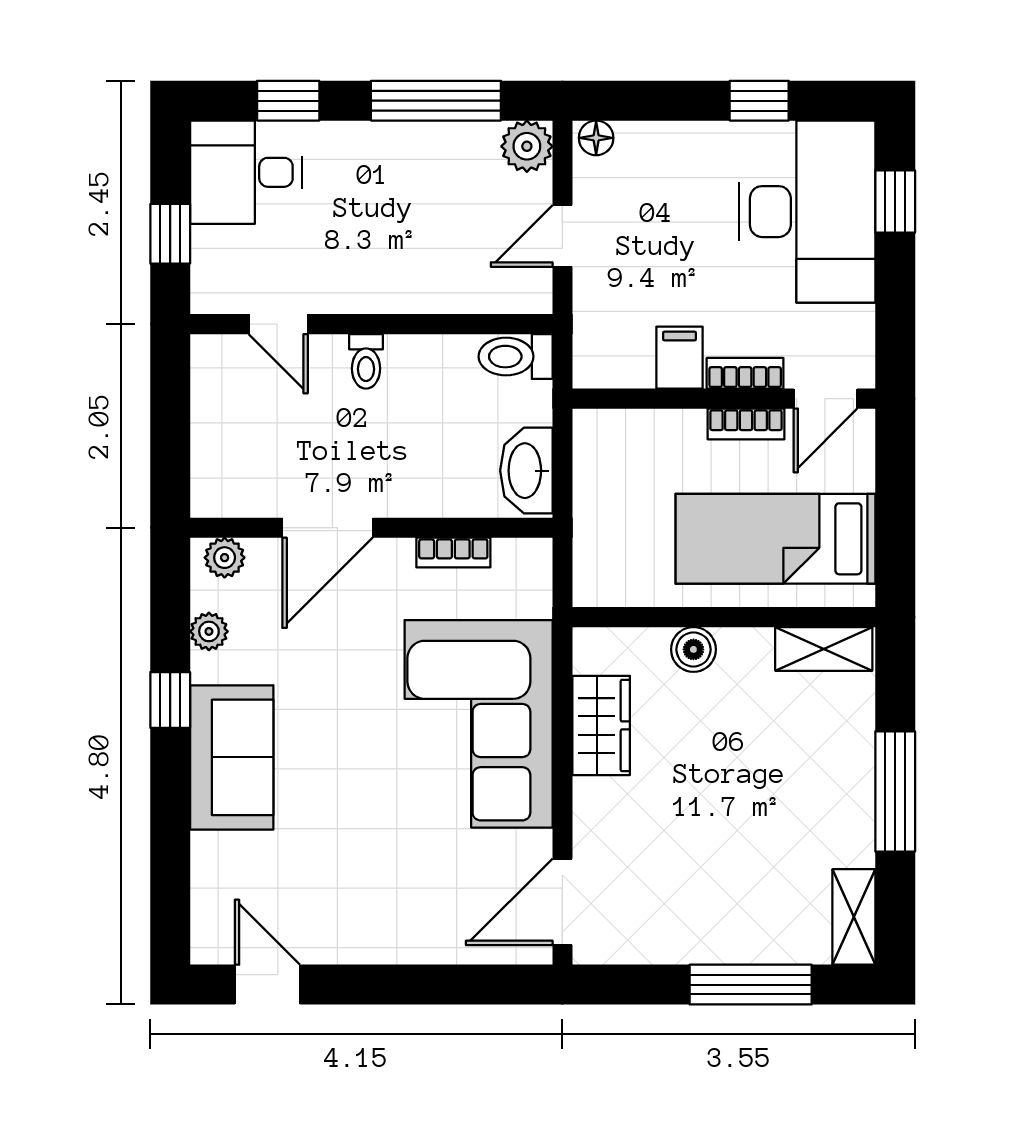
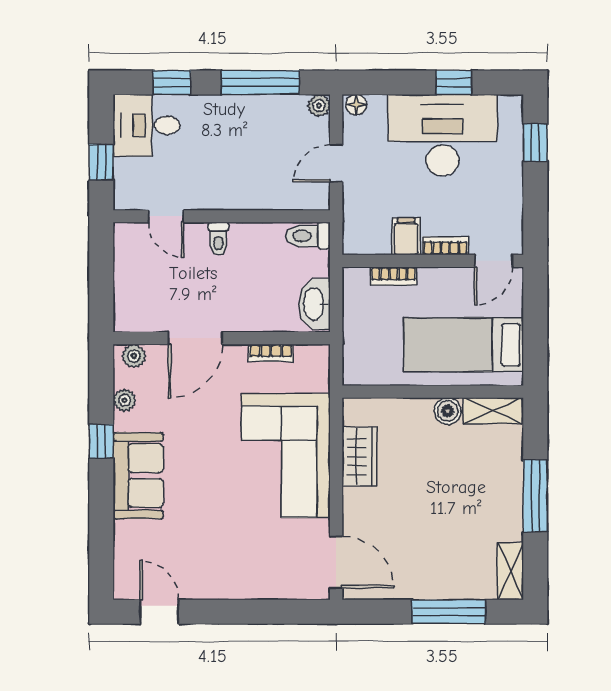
plant: (527, 146) -> (319, 106), width x0.73, depth x0.73
desk: (807, 212) -> (443, 135), moved, turned -90
bookcase: (746, 424) -> (394, 276), moved
boiler: (693, 649) -> (448, 411), moved
door: (562, 902) -> (336, 562), swing flipped

